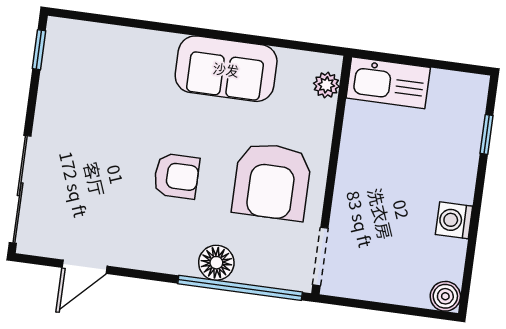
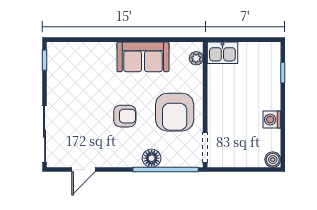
kitchen sink: (388, 83) -> (222, 53), width x0.73

